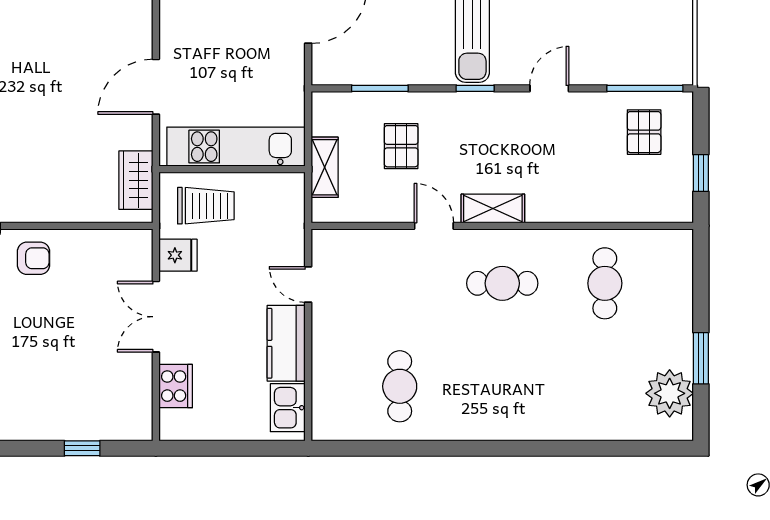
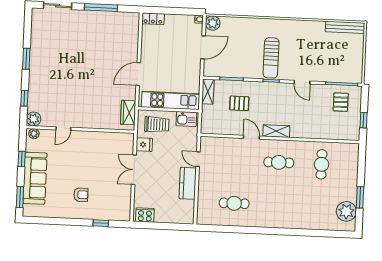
door: (549, 88) -> (302, 82), swing flipped
pallet: (401, 146) -> (239, 103), turned 90
shelving: (325, 167) -> (208, 92), moved
armchair: (33, 258) -> (81, 195), moved
cooker: (176, 386) -> (145, 215), moved, turned -90
cafe table: (400, 386) -> (234, 203), turned 90
kitchen sink: (288, 408) -> (186, 119), moved, turned -90

